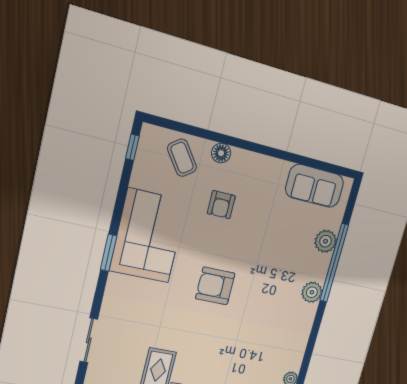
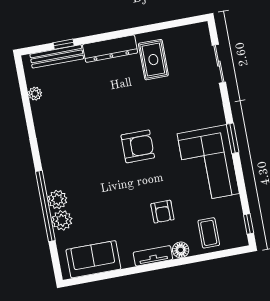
coffee table: (182, 158) -> (209, 233), turned 36
tv unit: (253, 161) -> (153, 256), added
armchair: (221, 205) -> (162, 212), turned 180
plant: (312, 292) -> (58, 200), moved

